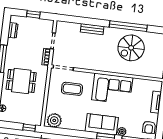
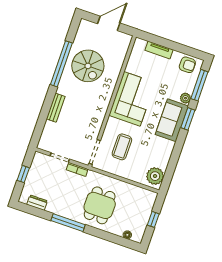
window: (29, 128) -> (153, 219), moved

